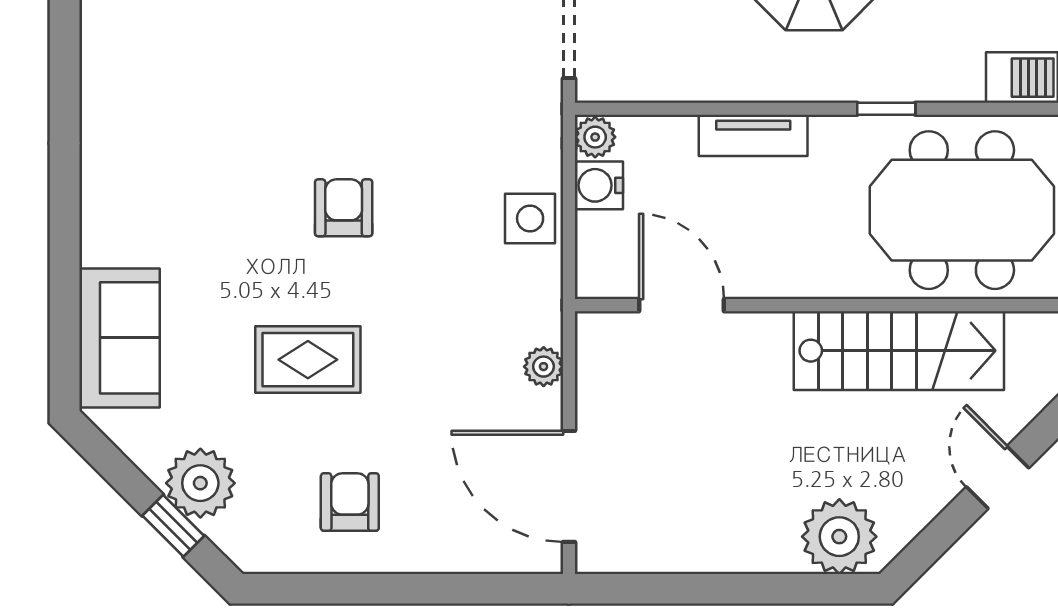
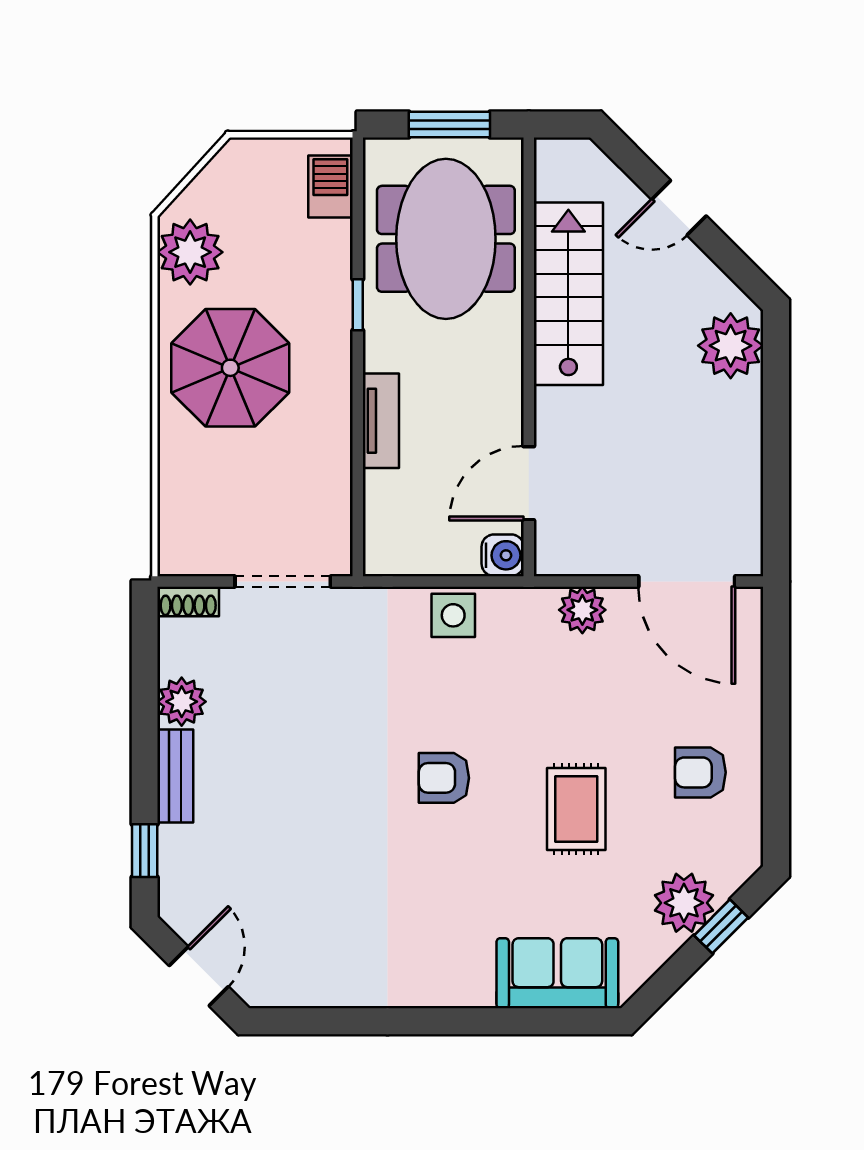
plant: (595, 137) -> (382, 559), removed
water cooler: (599, 185) -> (503, 555), moved, turned -90
plant: (544, 367) -> (582, 610), width x1.38, depth x1.38
door: (569, 486) -> (687, 581), hinge flipped

